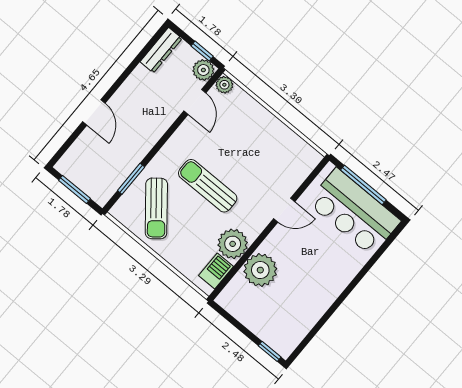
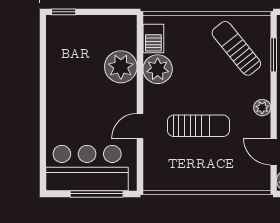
plant: (224, 85) -> (262, 108), moved
sun lounger: (208, 186) -> (198, 126), moved

